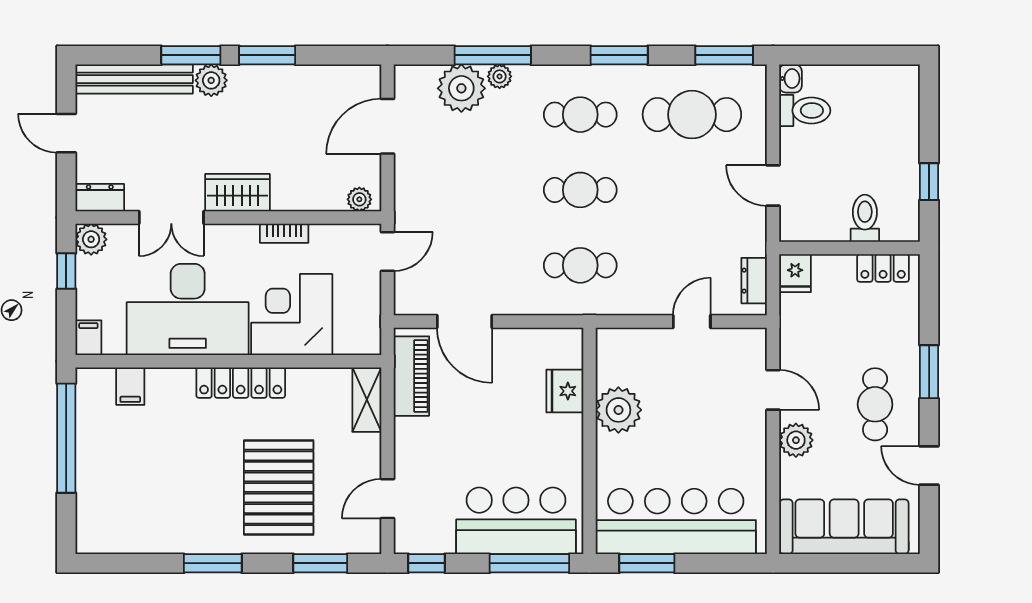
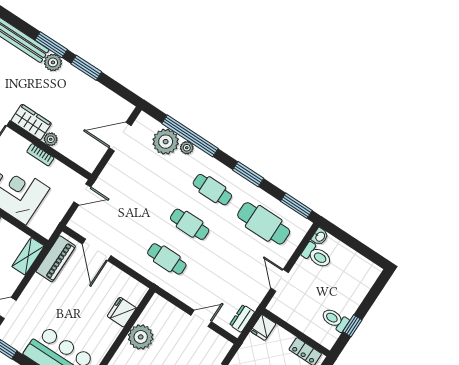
window: (493, 55) -> (190, 136), width x1.46
plant: (359, 199) -> (51, 139), moved
toilet: (865, 218) -> (335, 320), moved, turned -90

